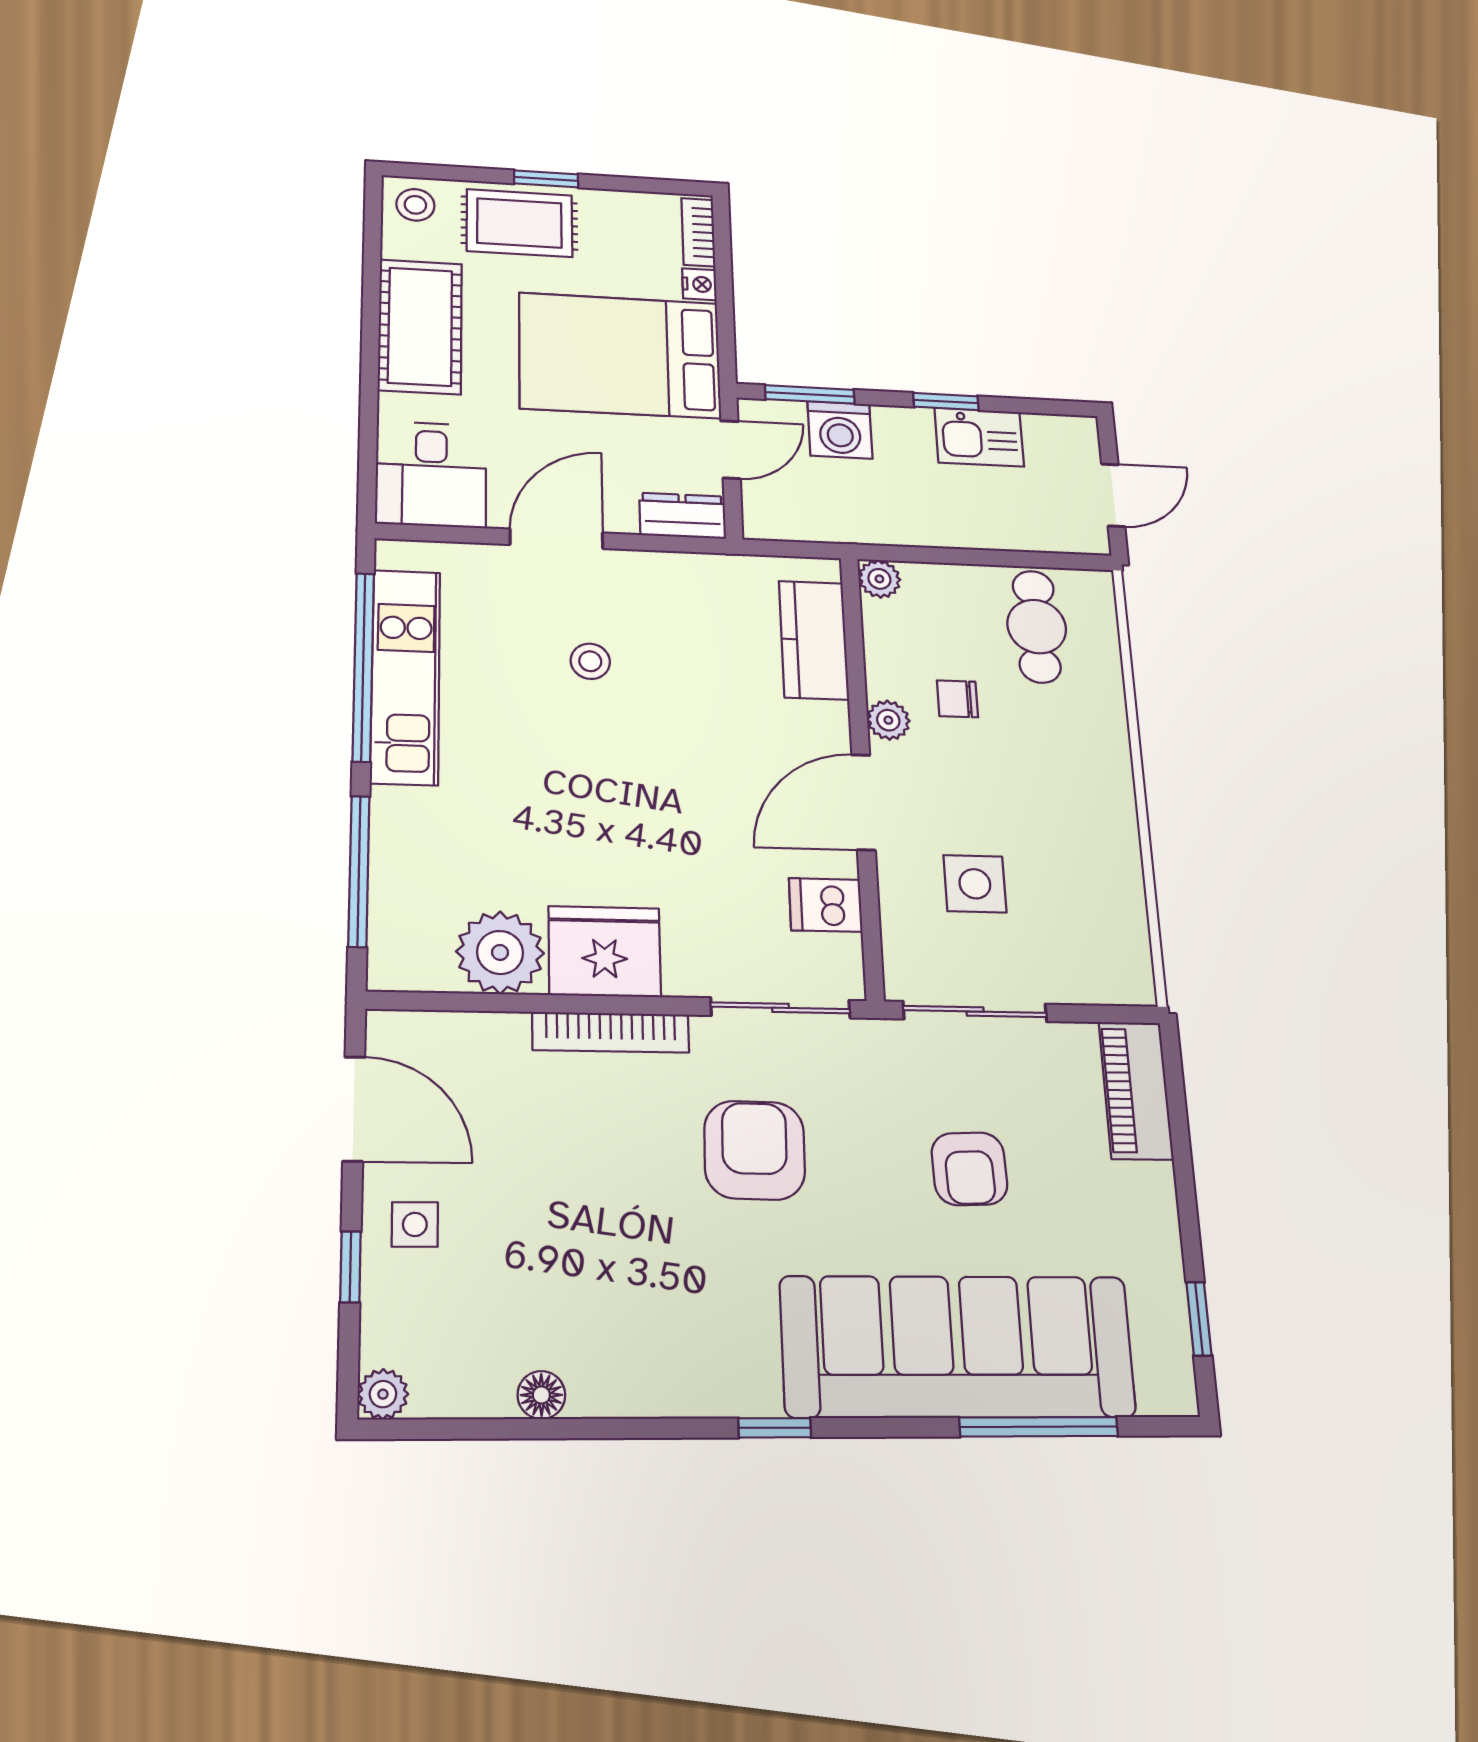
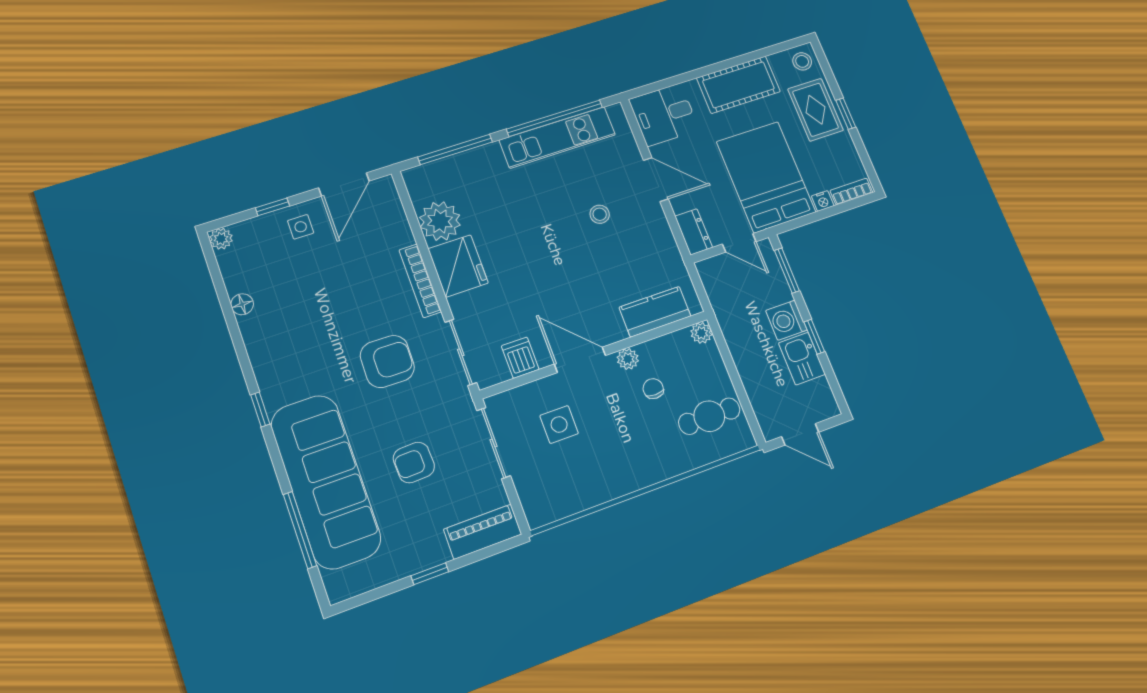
washing machine: (840, 430) -> (786, 320), moved
window: (1199, 1319) -> (430, 574), moved

